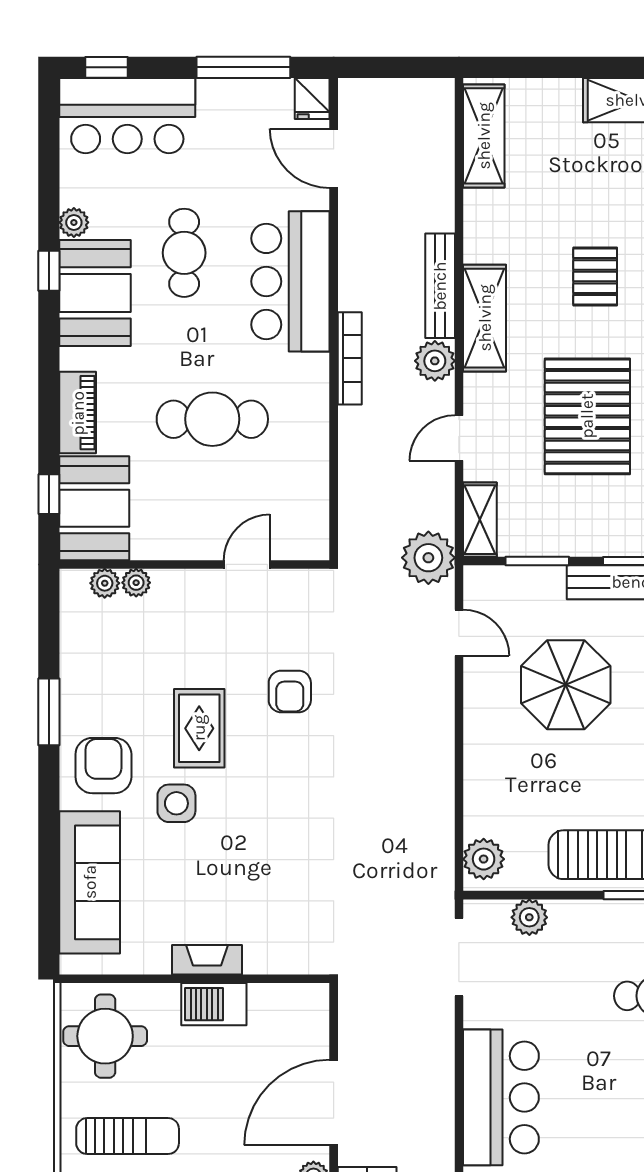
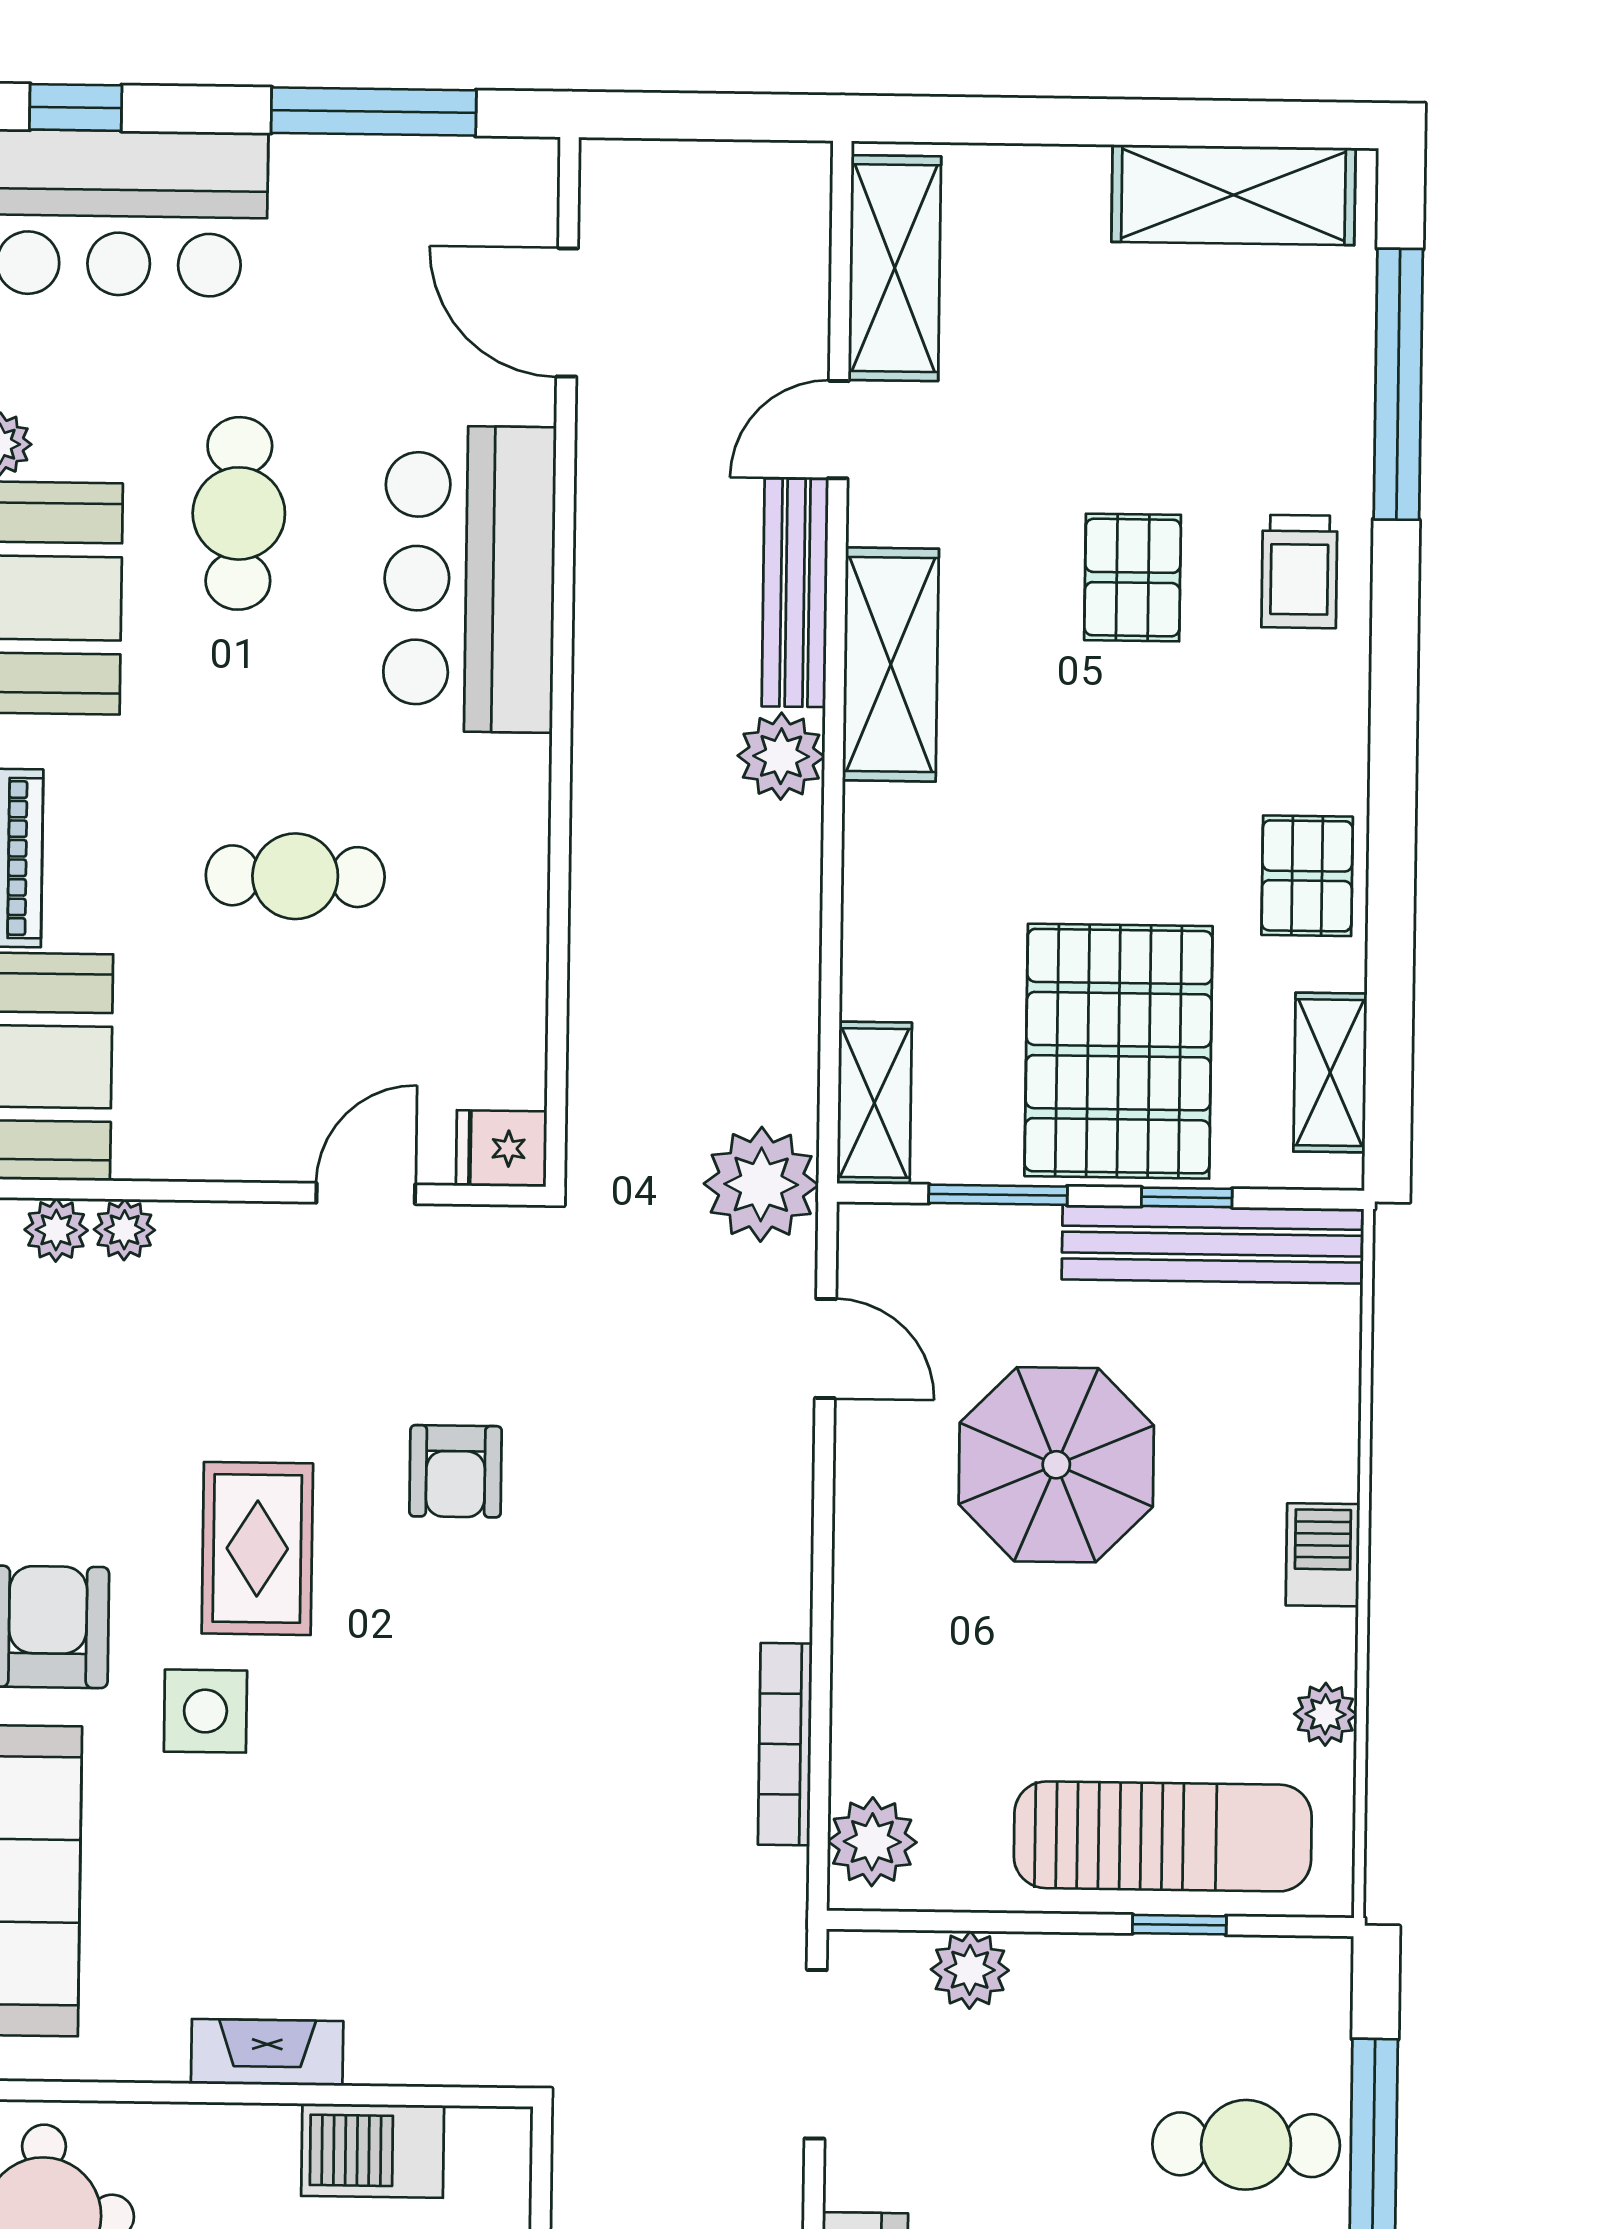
fridge: (312, 99) -> (501, 1149), moved, turned 90
bookcase: (350, 358) -> (785, 1744), moved, turned 180
pallet: (587, 416) -> (1119, 1051), moved
cafe table: (212, 419) -> (295, 876), width x0.73, depth x0.74
door: (459, 438) -> (838, 430), moved
barbecue: (214, 1004) -> (373, 2151), moved

